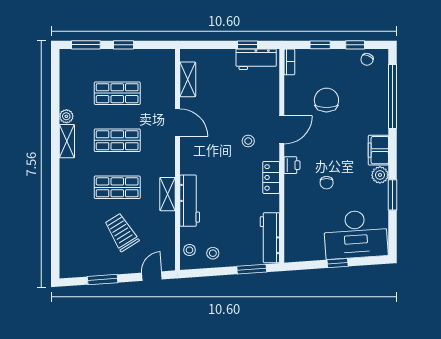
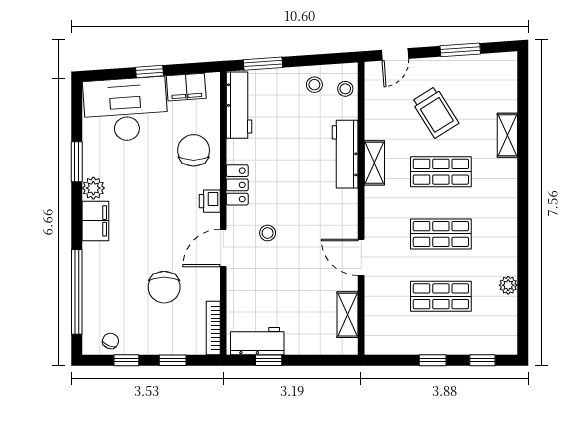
window: (86, 45) -> (482, 360), width x0.67
bookcase: (289, 62) -> (213, 328), width x1.56
plant: (66, 116) -> (508, 285), moved
shelving: (67, 141) -> (507, 135), moved
chair: (327, 183) -> (194, 150), moved, width x1.87, depth x1.87
filing cabinet: (310, 251) -> (186, 87), added

